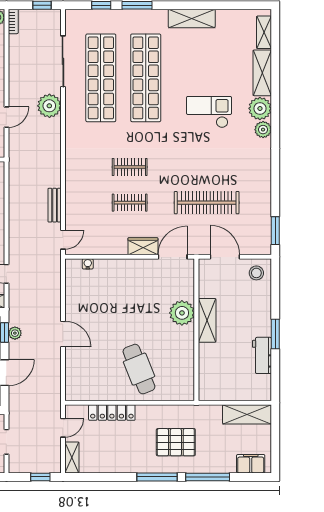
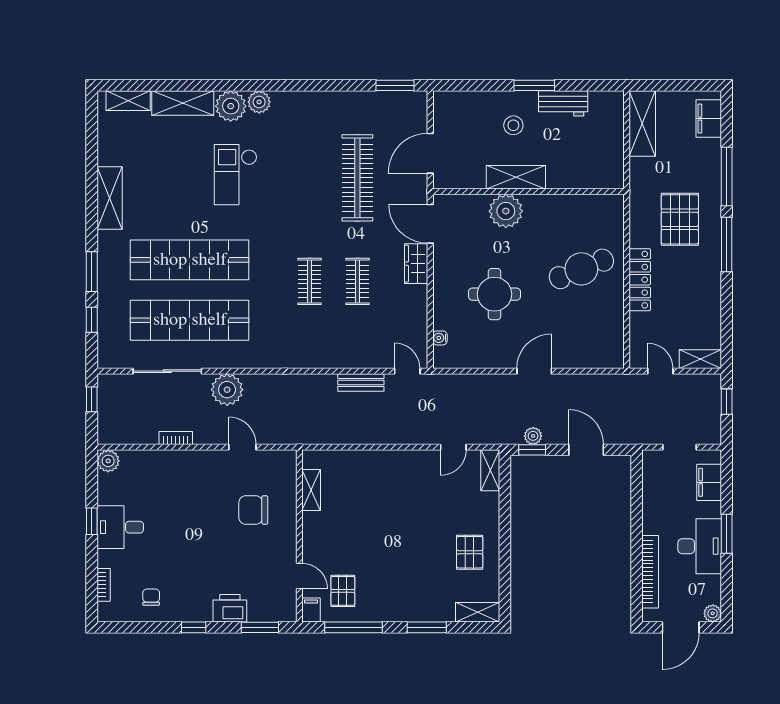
bookcase: (13, 21) -> (176, 438), moved
stool: (256, 273) -> (513, 125), moved
round table: (120, 304) -> (494, 294), added
locker: (112, 413) -> (640, 280), moved

